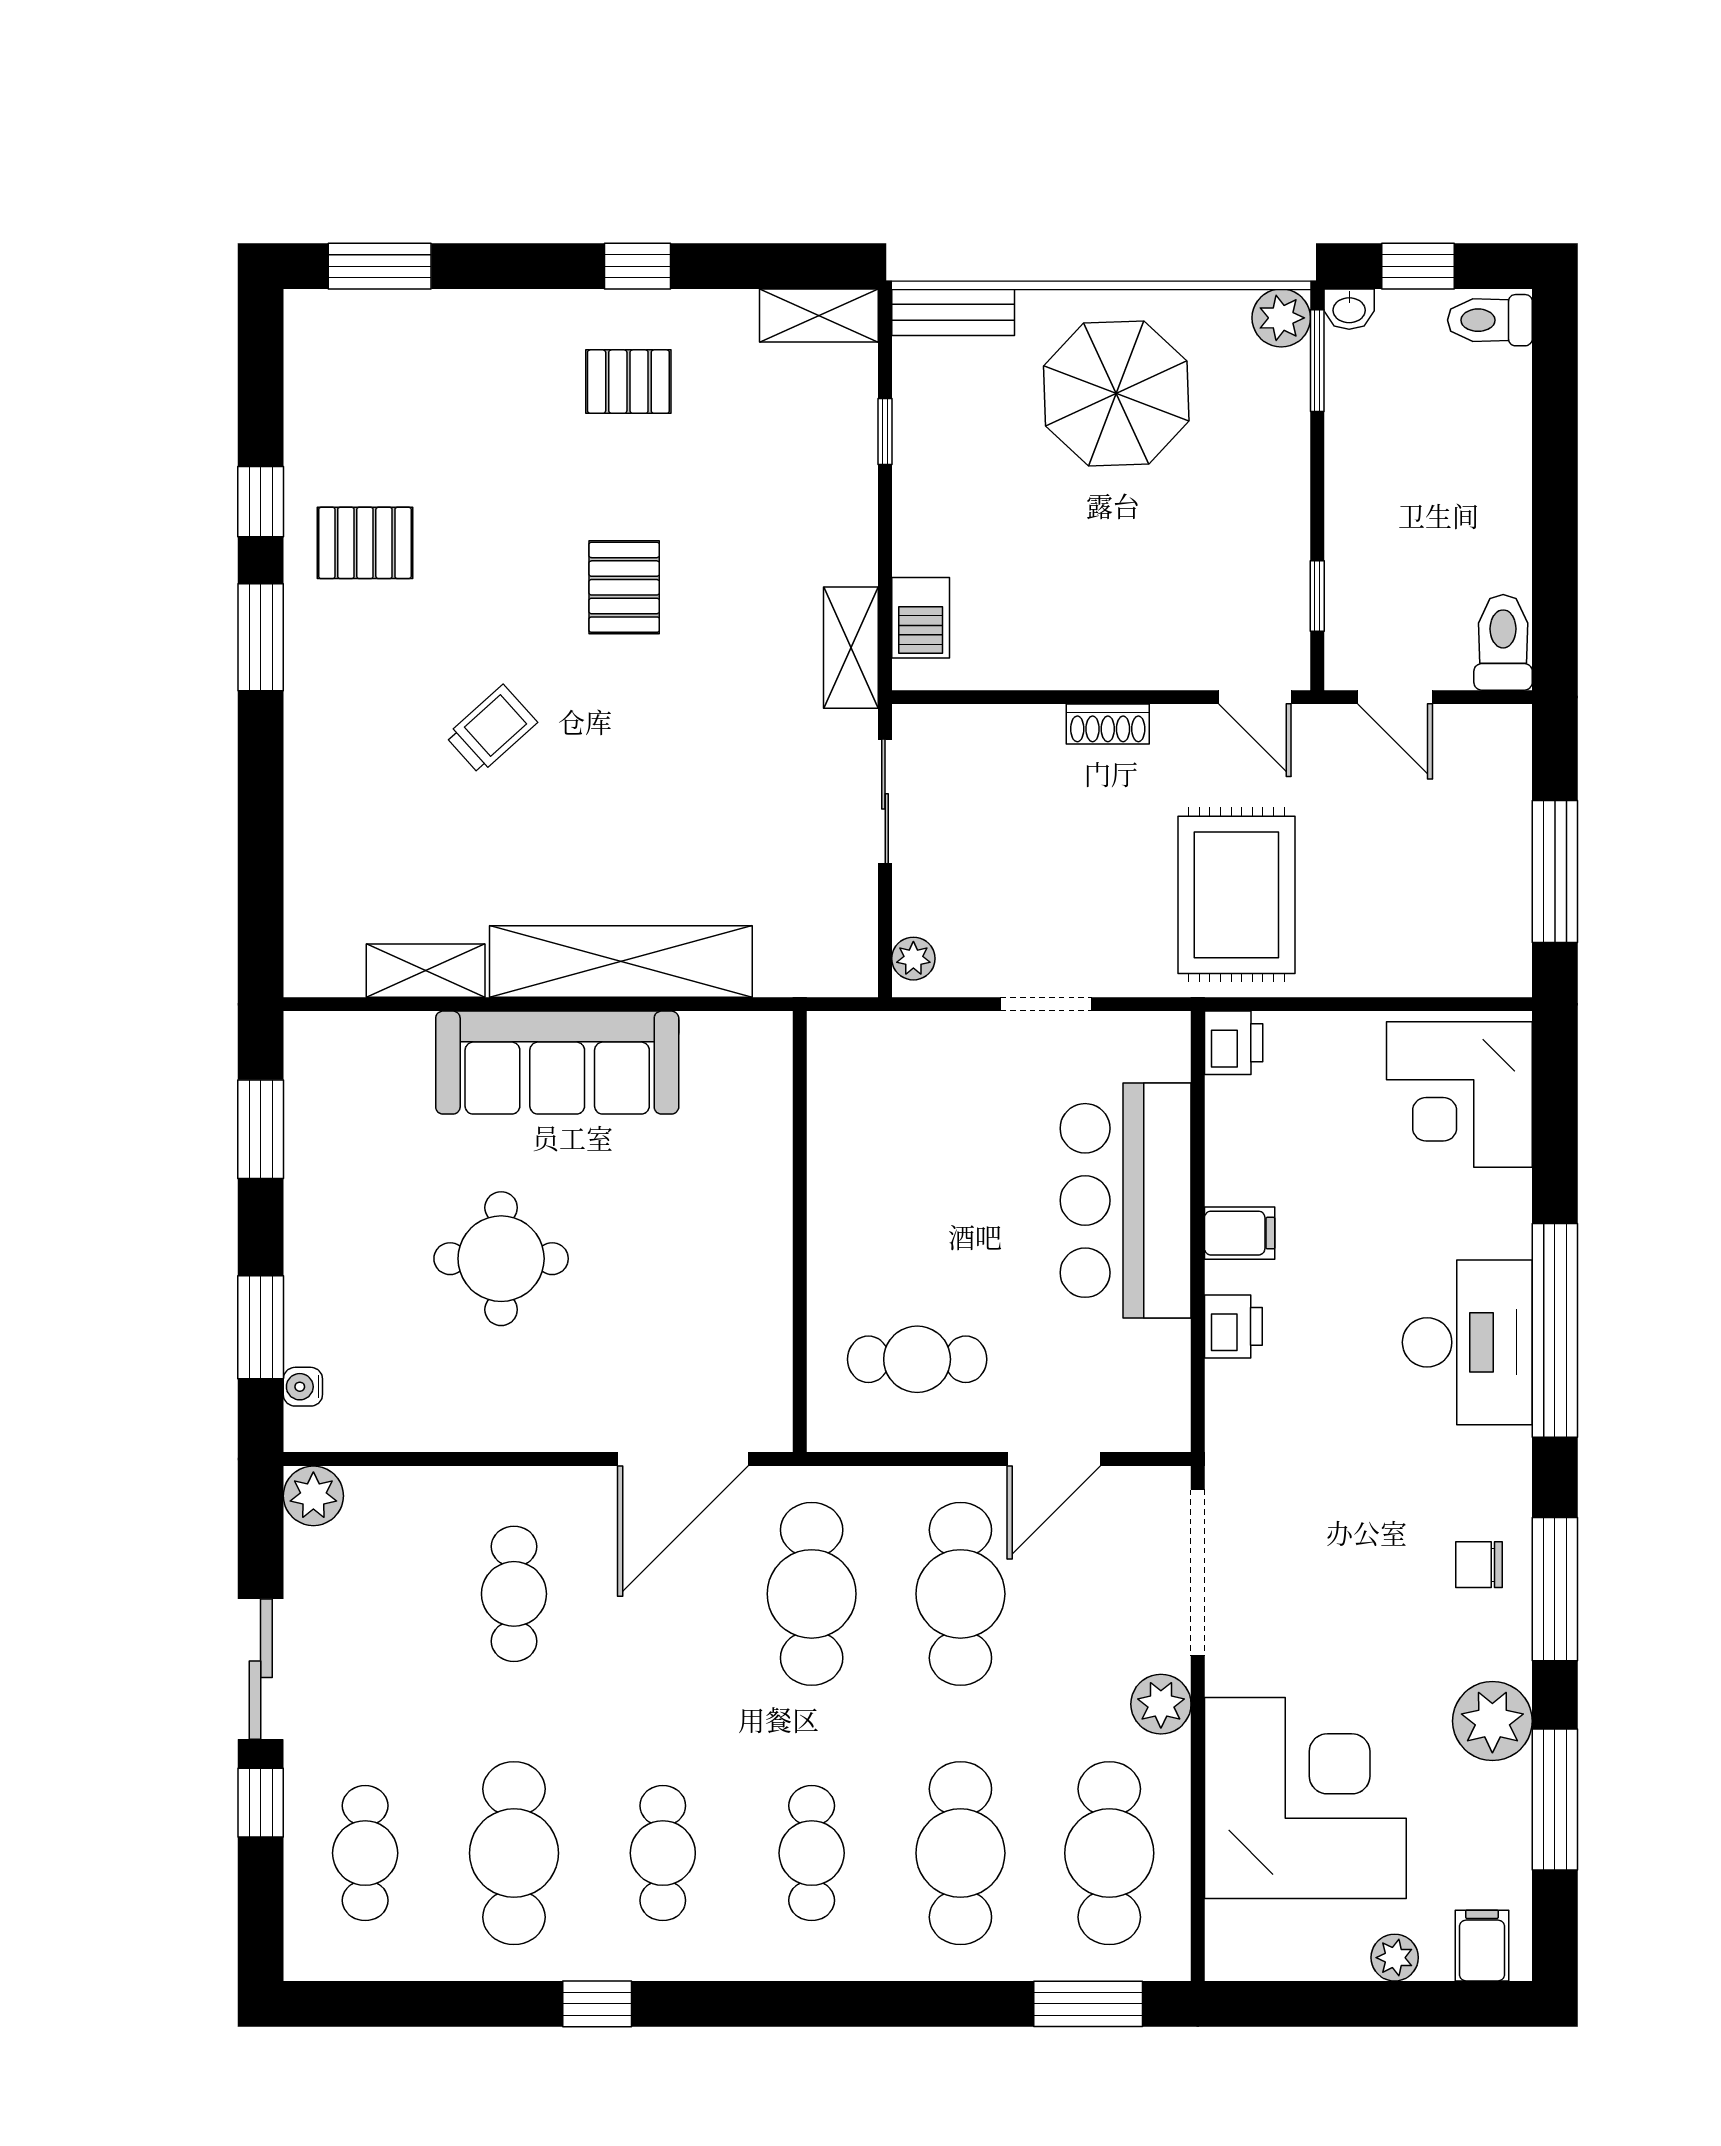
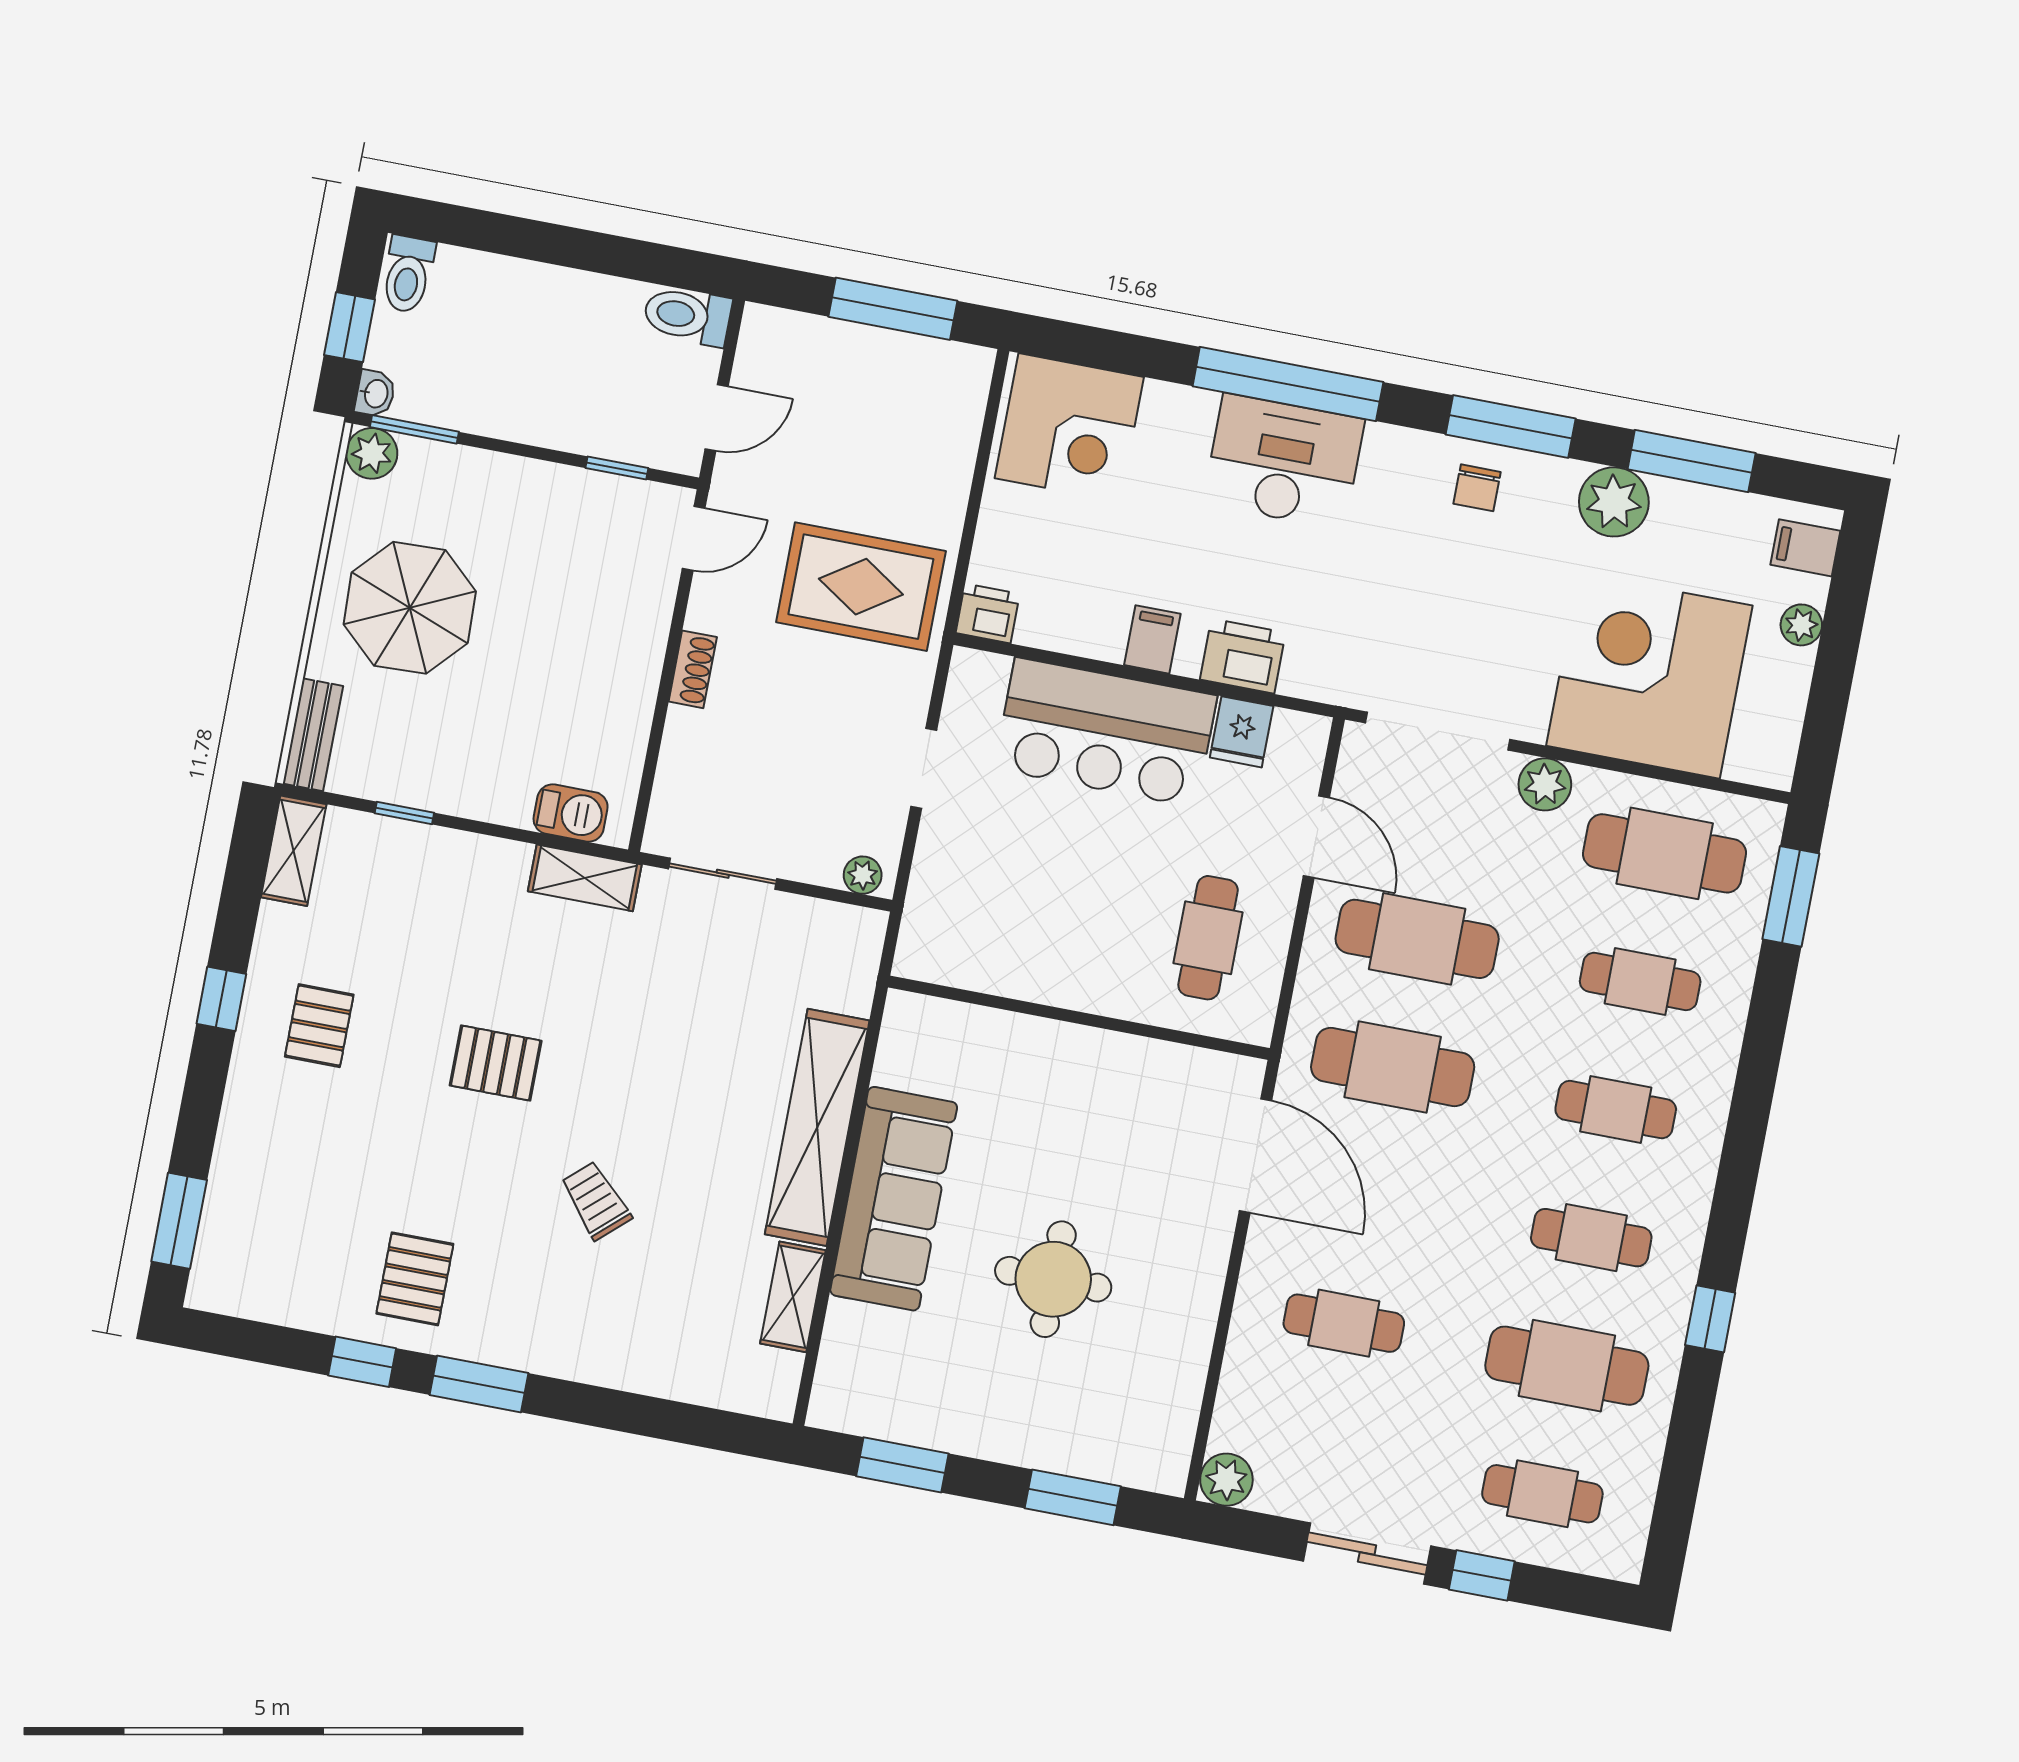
printer: (1233, 1326) -> (1243, 656), width x1.36, depth x1.24
fridge: (1155, 1353) -> (1242, 732), added
water cooler: (303, 1387) -> (1131, 1471), removed
cafe table: (960, 1853) -> (1640, 981), width x0.73, depth x0.74

